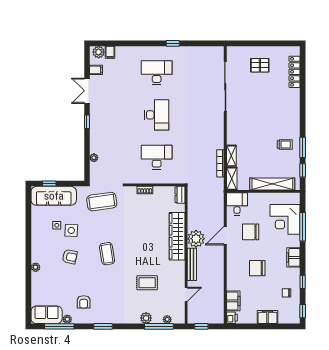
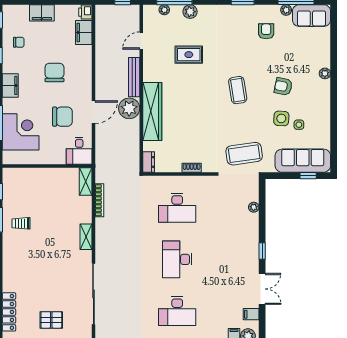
shelving: (231, 156) -> (86, 237), moved
shelving: (272, 184) -> (36, 175), removed
chair: (257, 268) -> (54, 73), turned -90

